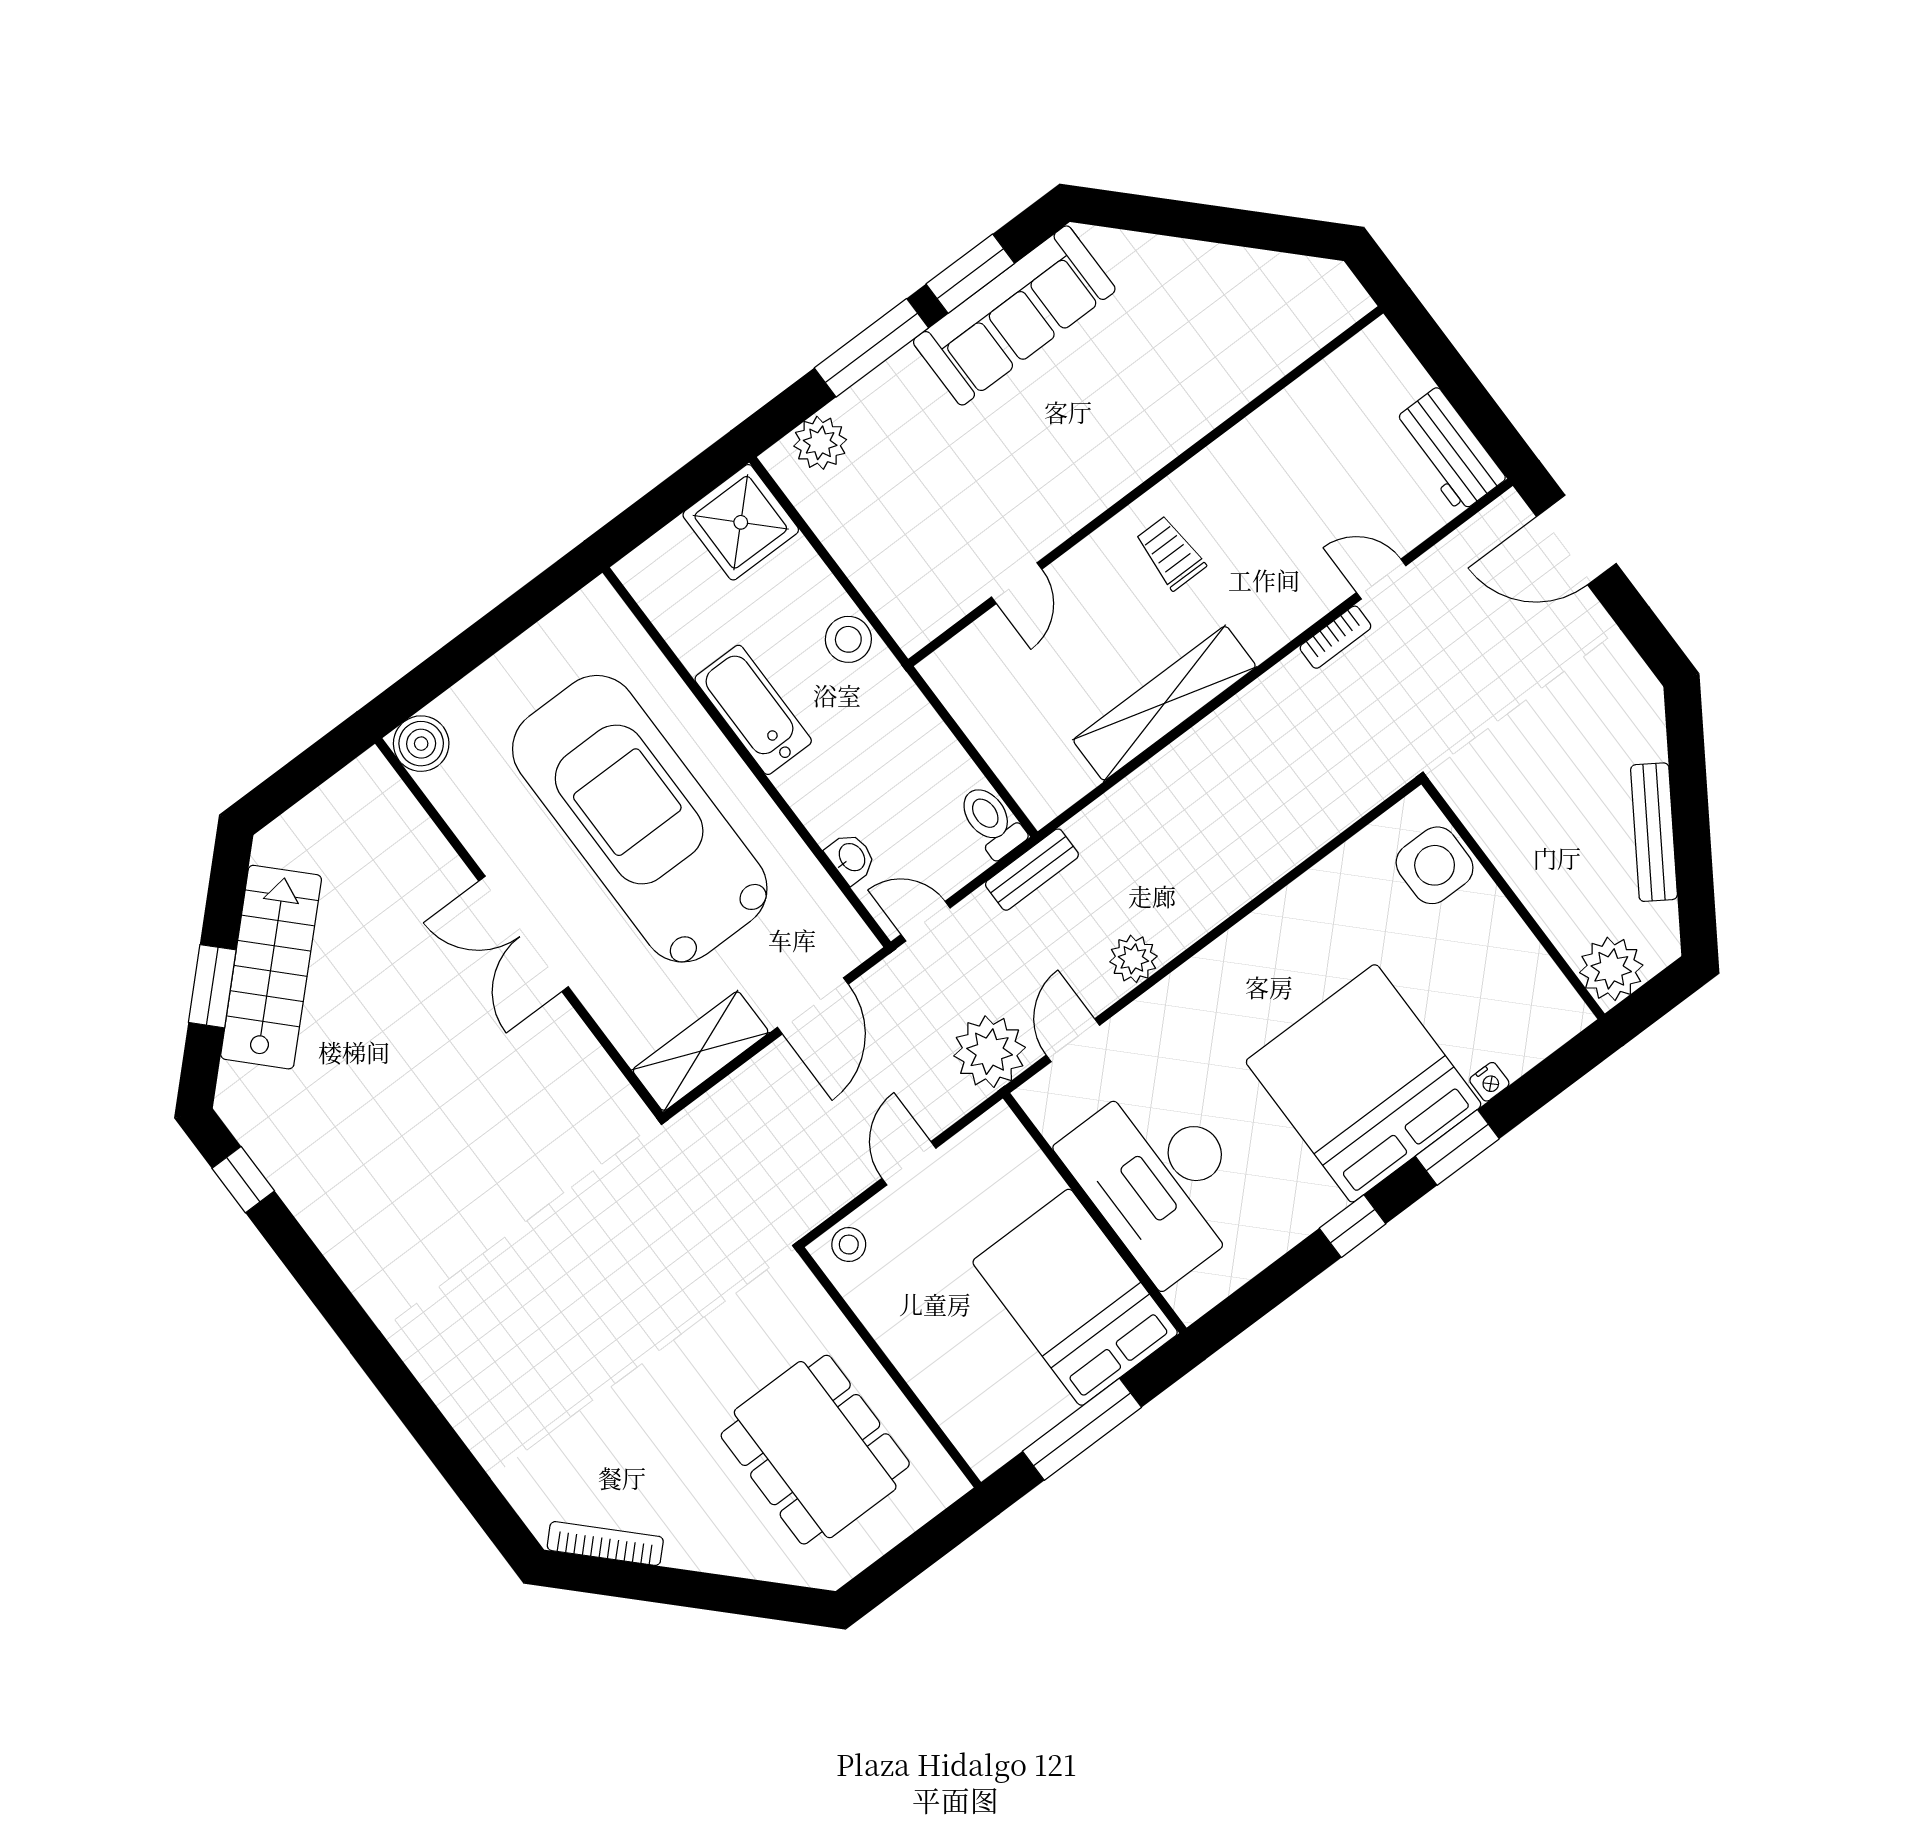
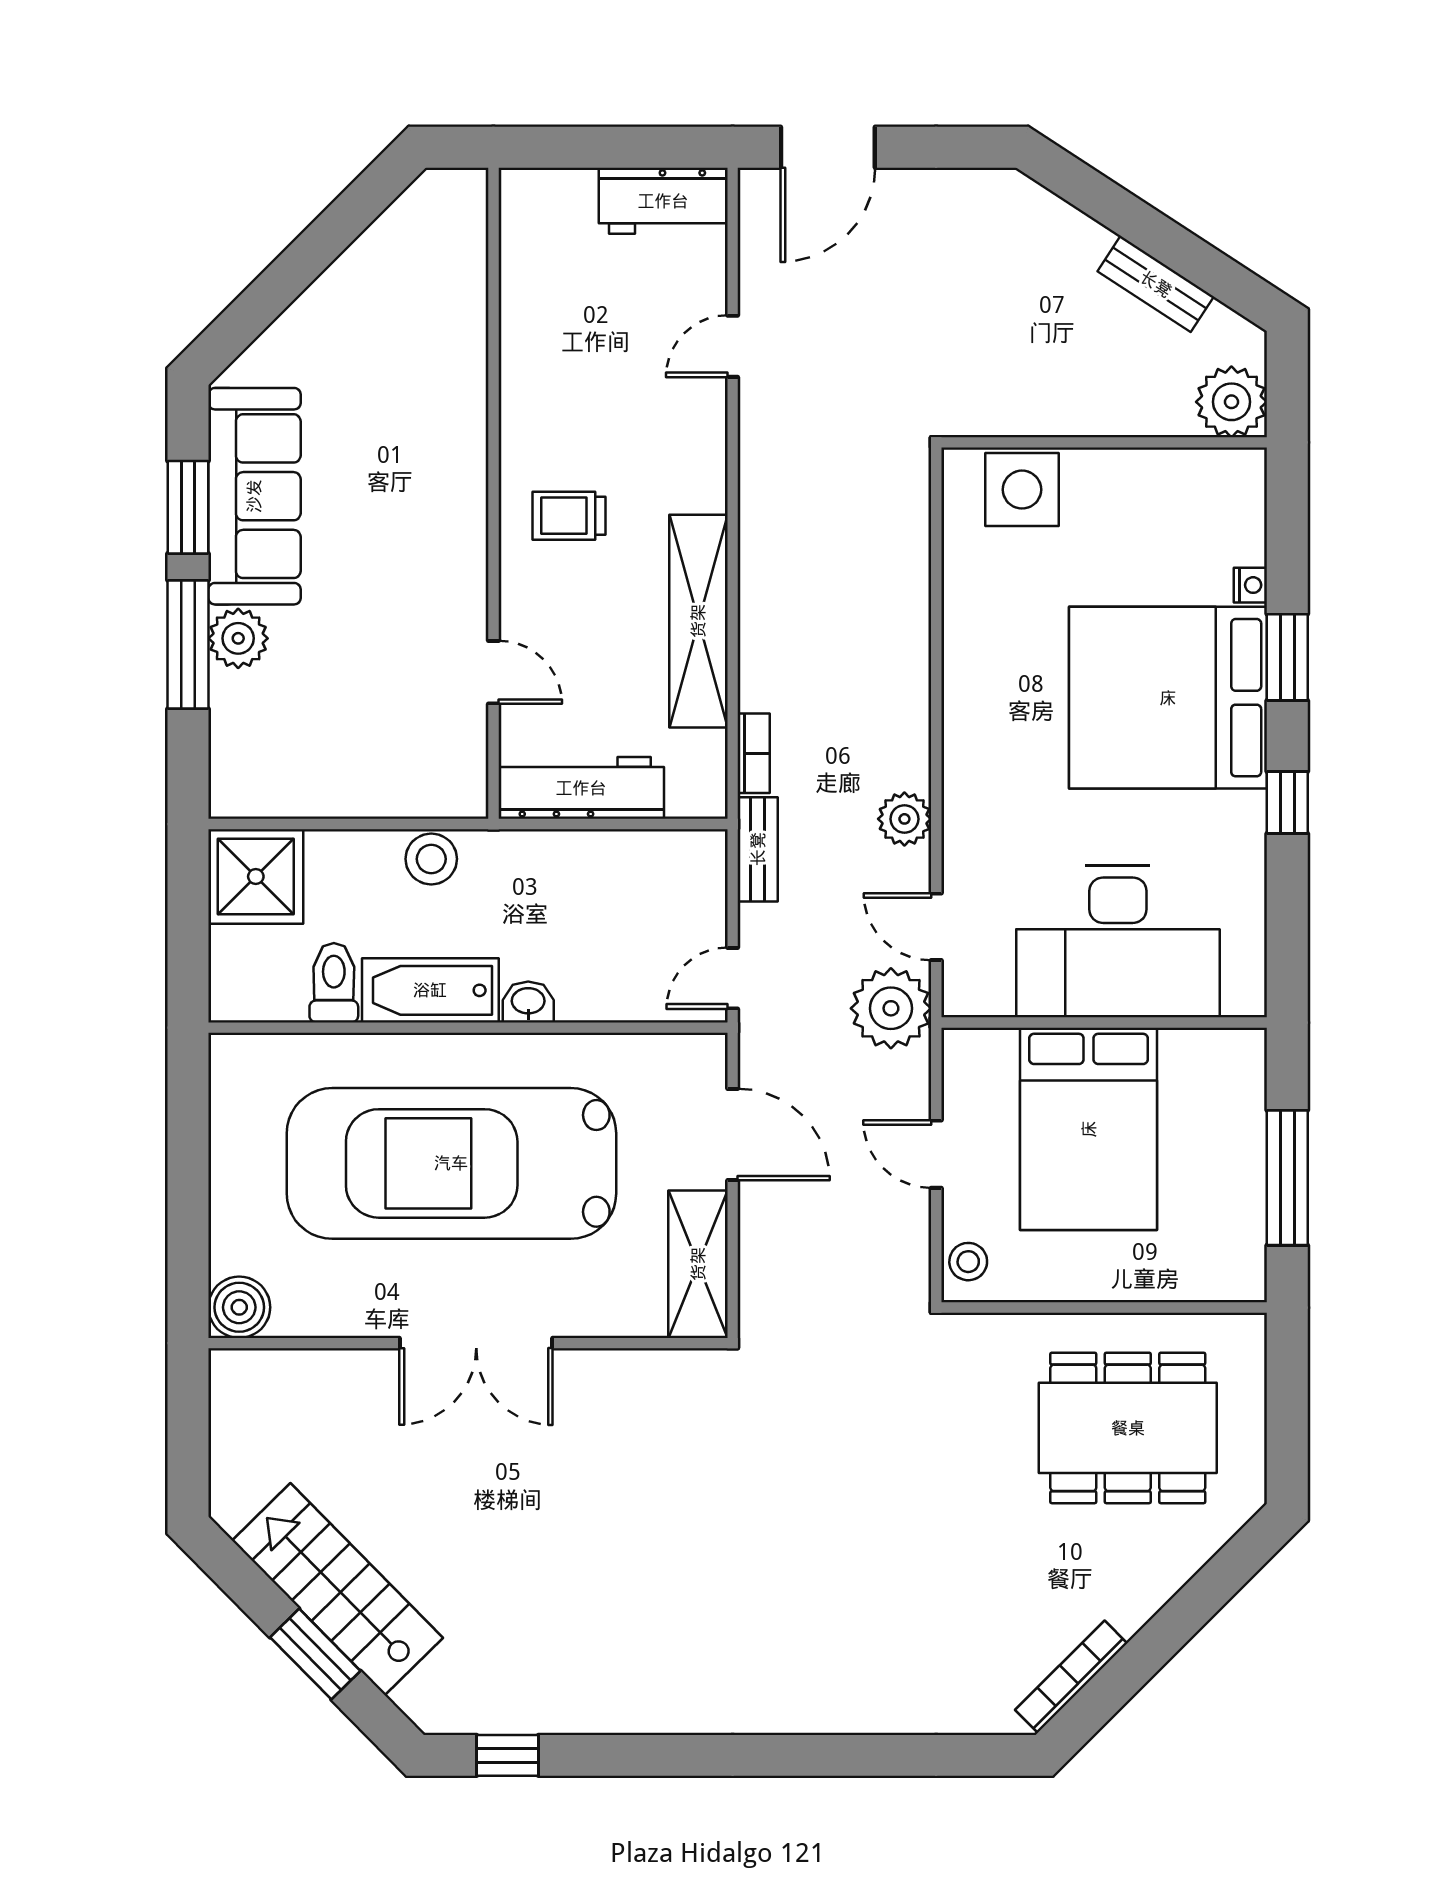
plant: (820, 443) -> (238, 638), moved
bookcase: (1335, 637) -> (754, 753), moved
workbench: (981, 709) -> (581, 788), added
toilet: (991, 821) -> (334, 983), moved, turned 90
bench: (1654, 832) -> (1156, 284), width x0.73
washbasin: (851, 858) -> (528, 1002), moved
bed: (1075, 1297) -> (1089, 1129), moved, turned -90

